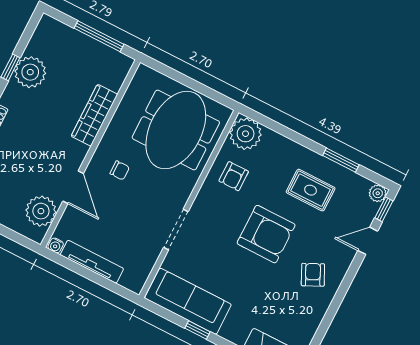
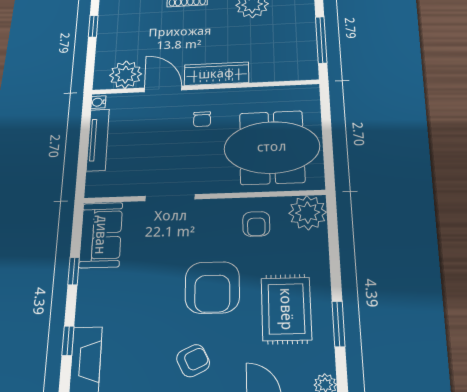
wardrobe: (94, 115) -> (216, 74), moved
armchair: (234, 176) -> (256, 224), turned -90
door: (73, 187) -> (163, 89), swing flipped
rug: (311, 190) -> (286, 309), width x1.36, depth x1.43
sofa: (188, 301) -> (101, 235), width x0.73

